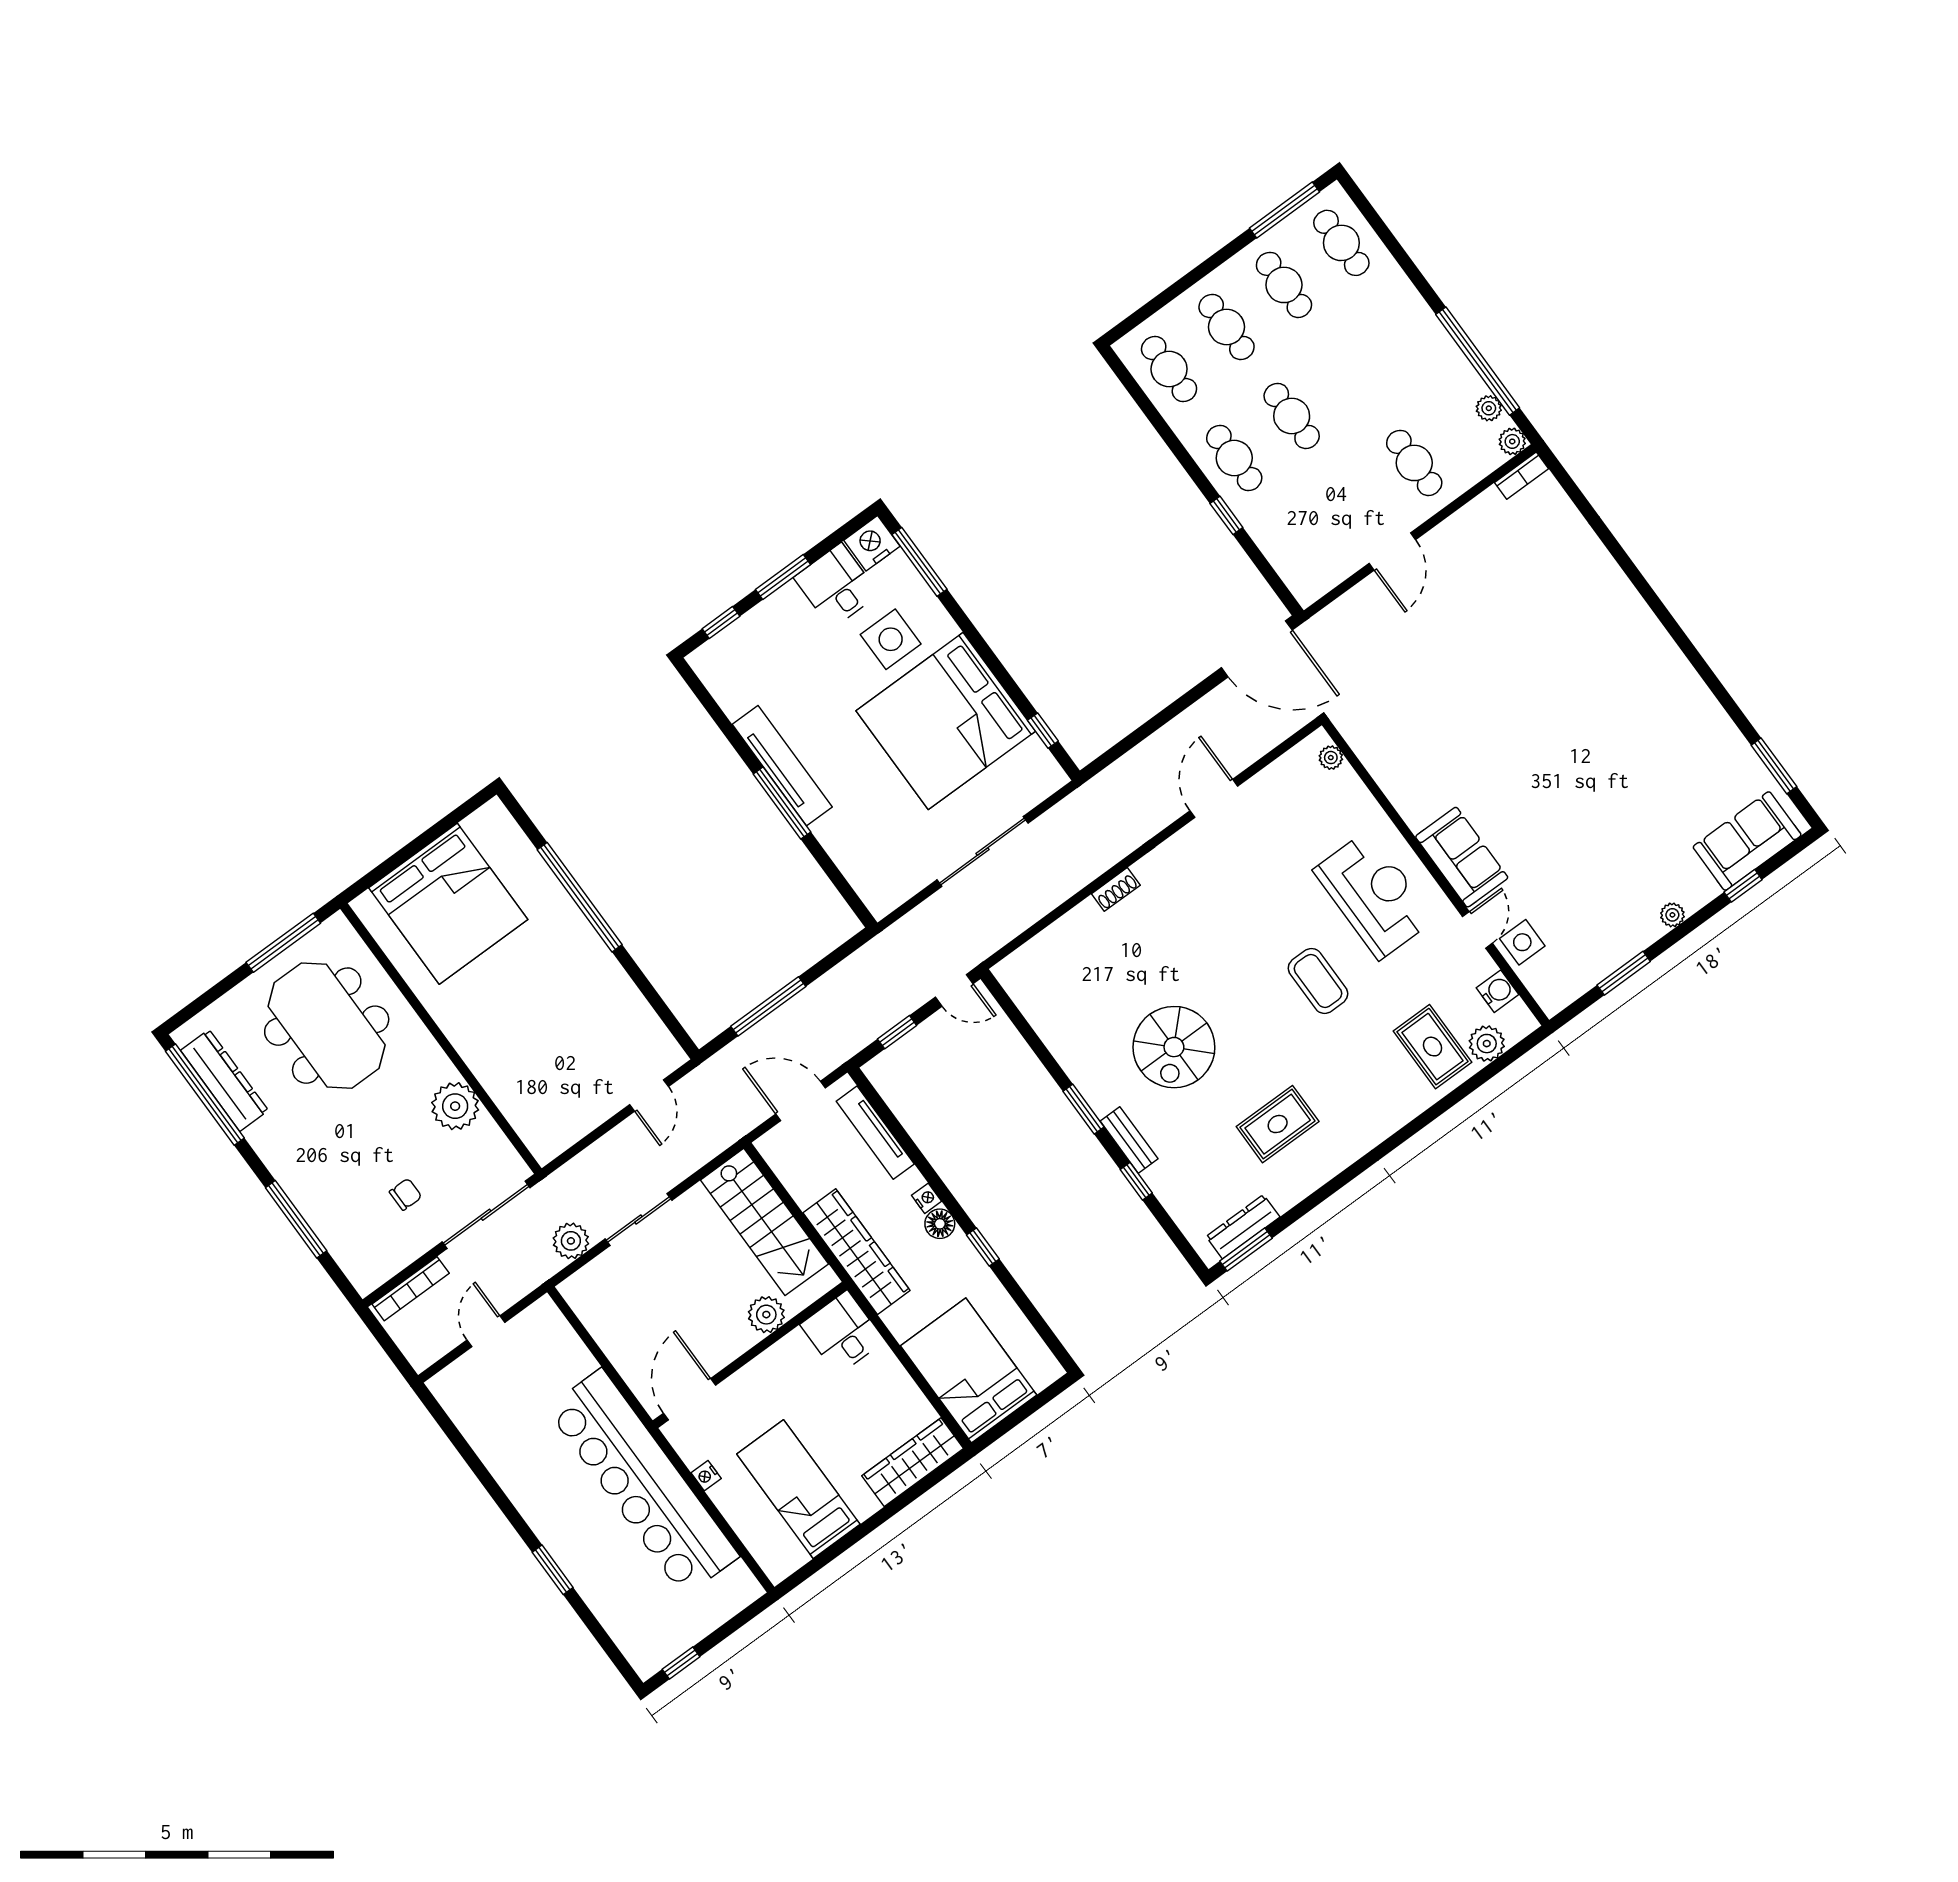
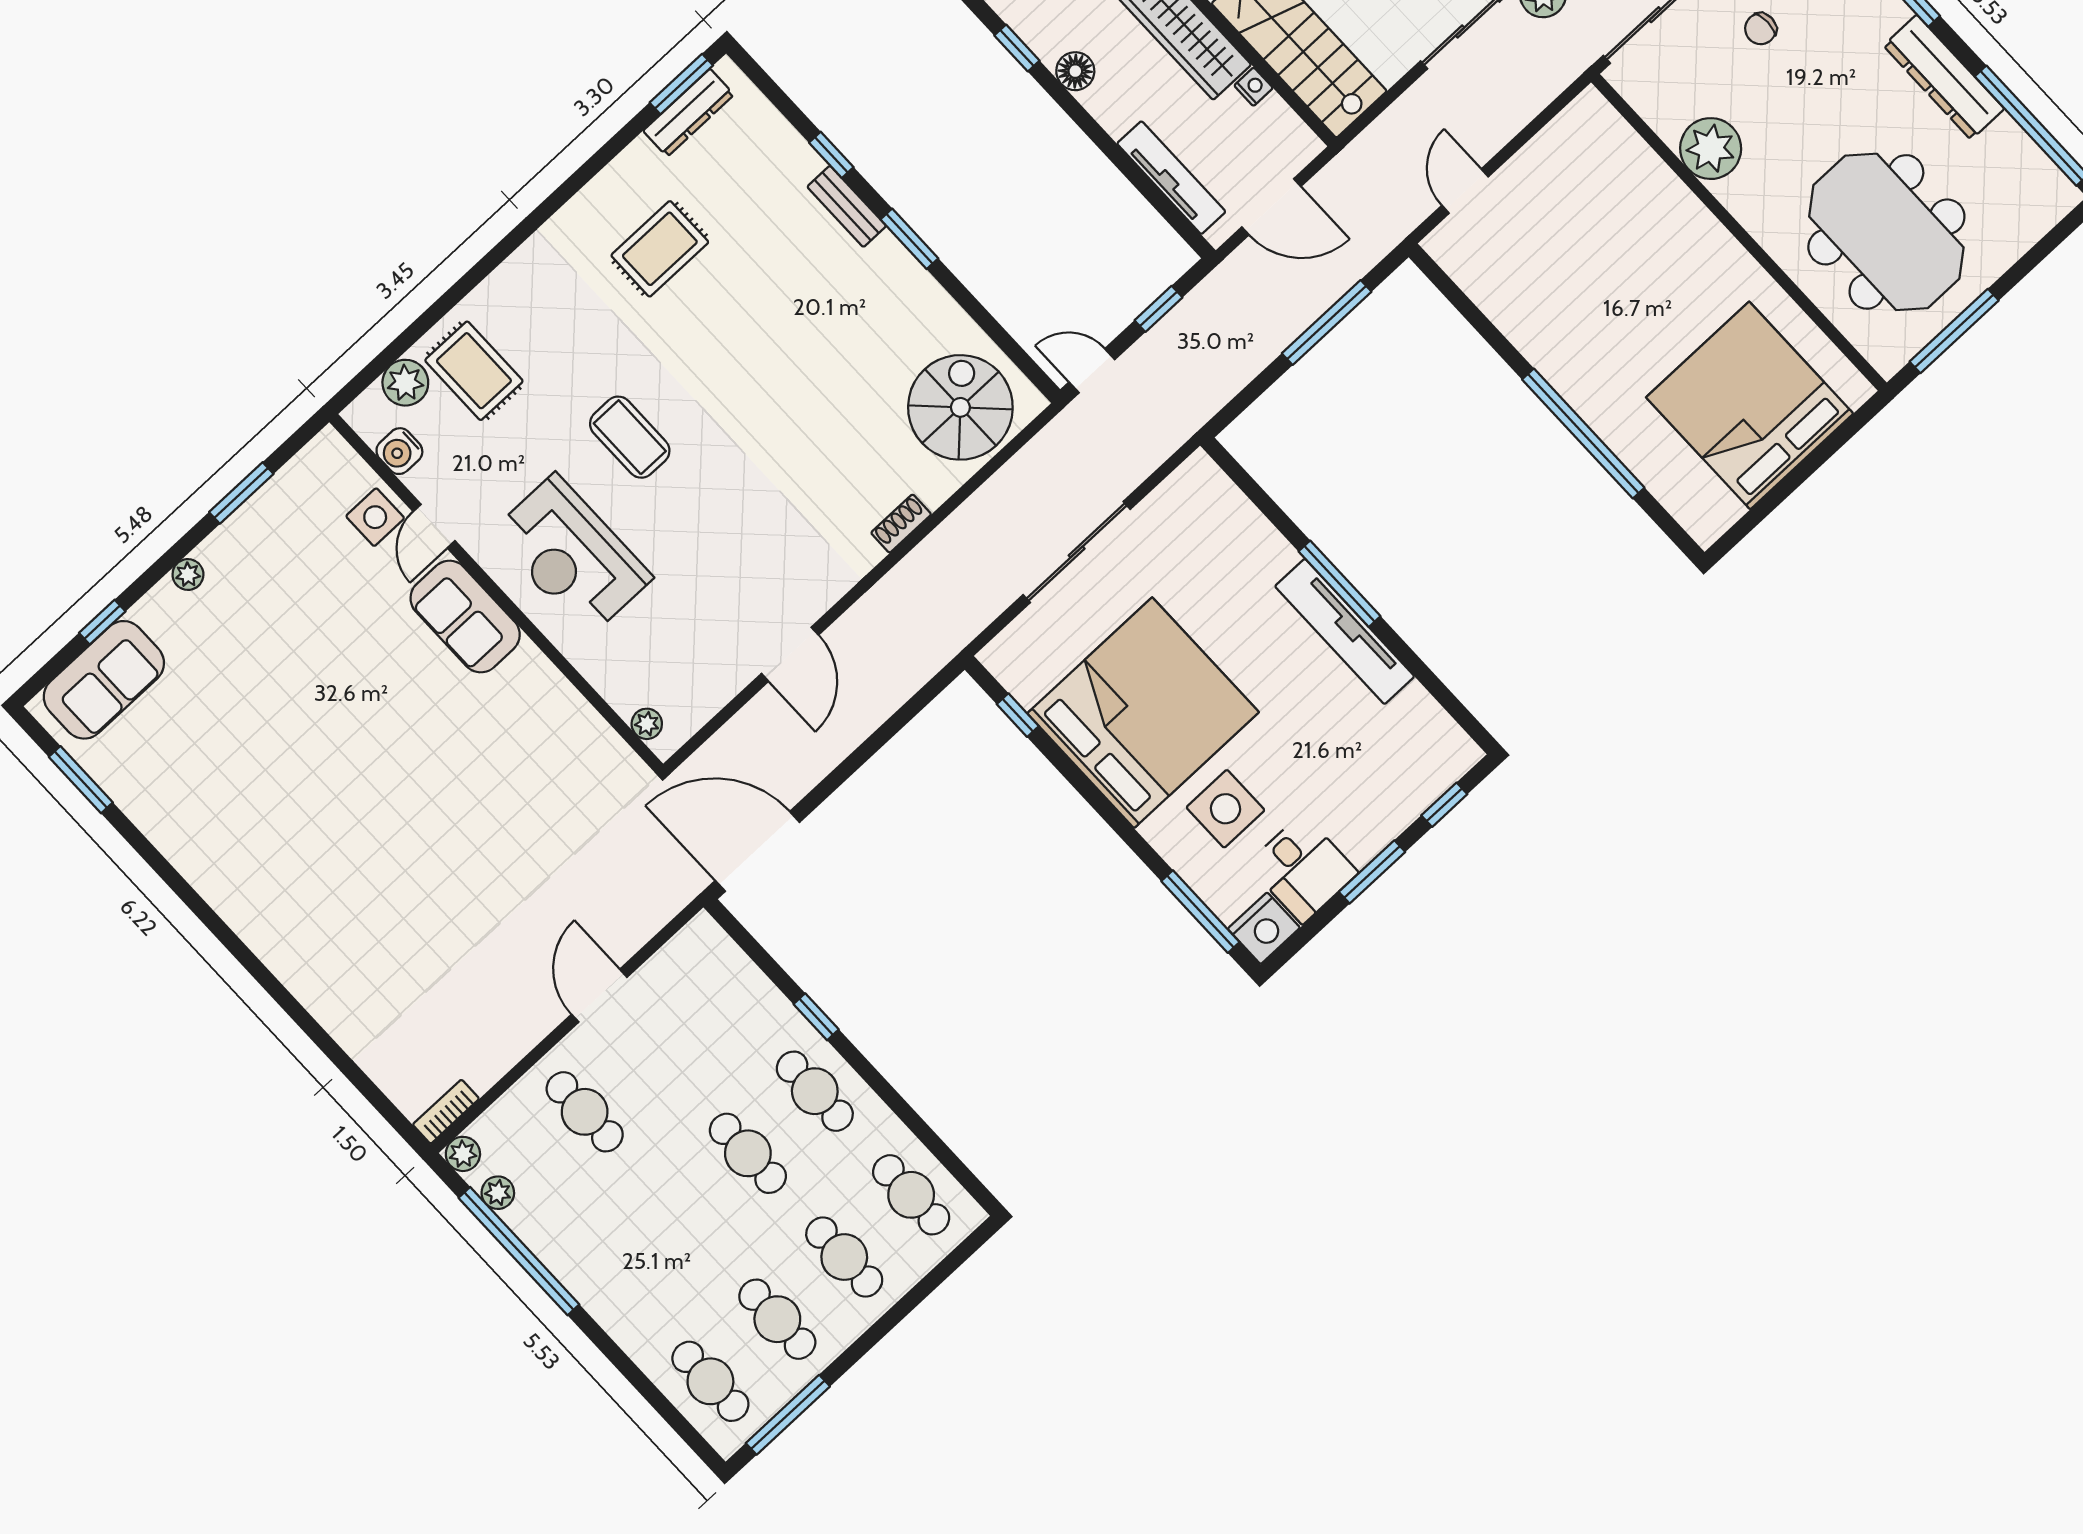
spiral stairs: (1174, 1047) -> (960, 407), moved
dresser: (224, 1080) -> (1944, 77), moved
nightstand: (926, 1198) -> (1254, 87), moved, turned 180

